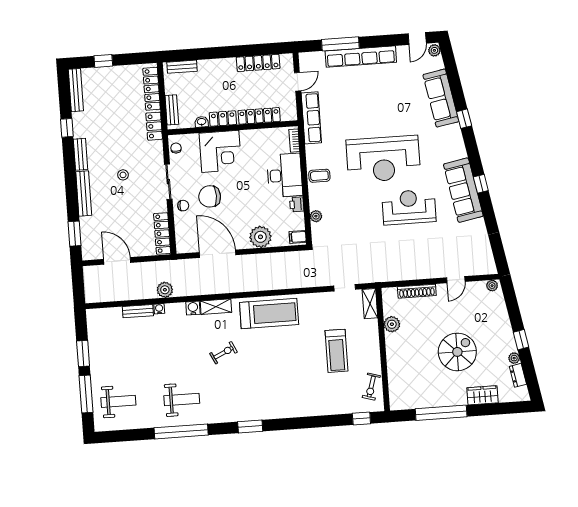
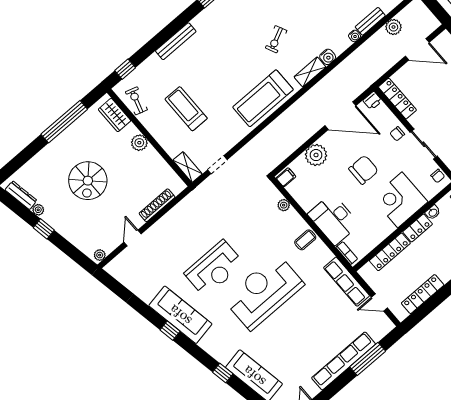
door: (298, 82) -> (379, 303), hinge flipped
chair: (210, 196) -> (363, 170), moved
printer: (297, 204) -> (373, 101), moved, turned 90
plant: (165, 290) -> (393, 27), moved
plant: (392, 324) -> (139, 143), moved
dresser: (518, 375) -> (21, 195), width x1.44
wardrobe: (482, 395) -> (115, 115), moved, turned 90
bench: (305, 411) -> (176, 41), added

